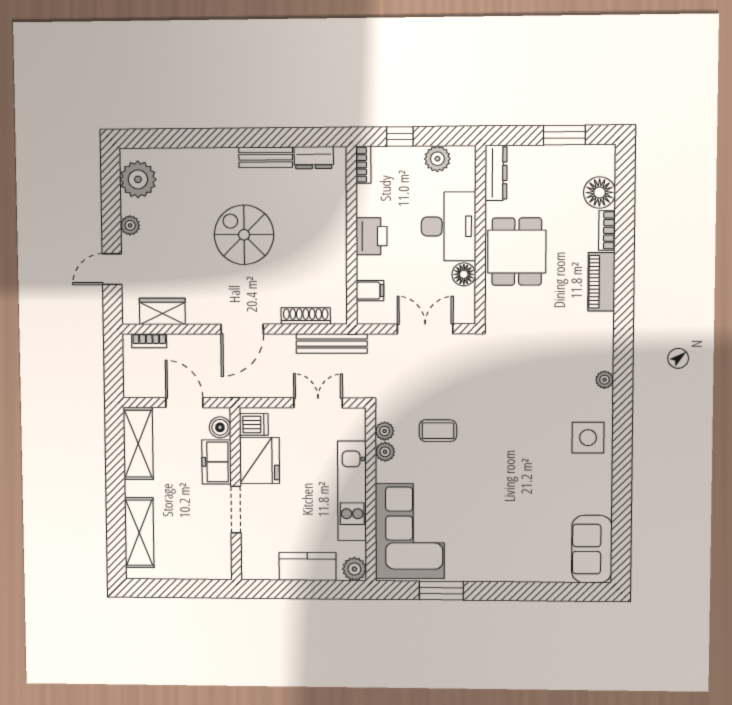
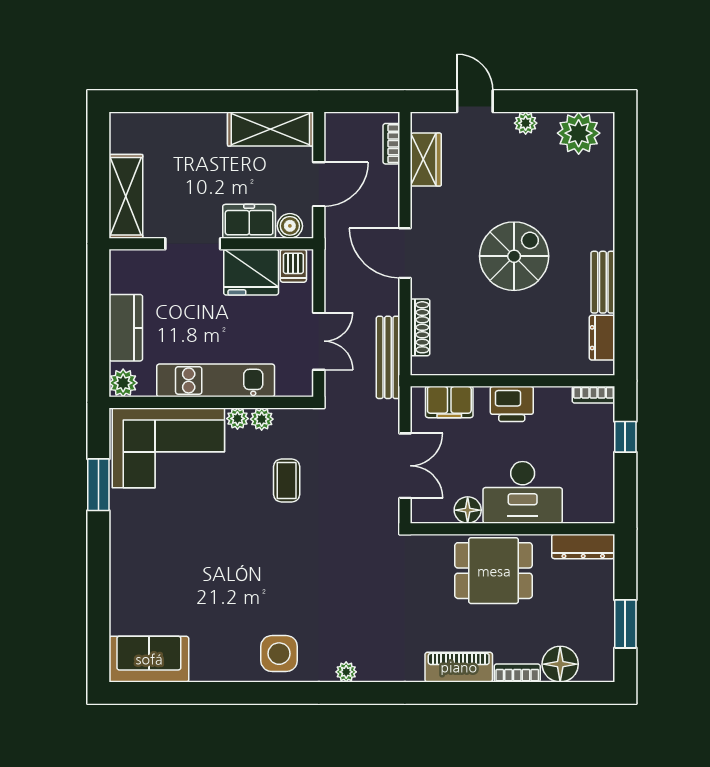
plant: (437, 159) -> (600, 480), removed
filing cabinet: (370, 291) -> (449, 402), width x2.00
plant: (385, 431) -> (237, 419), moved
shelving: (139, 533) -> (126, 196), moved, turned 90

